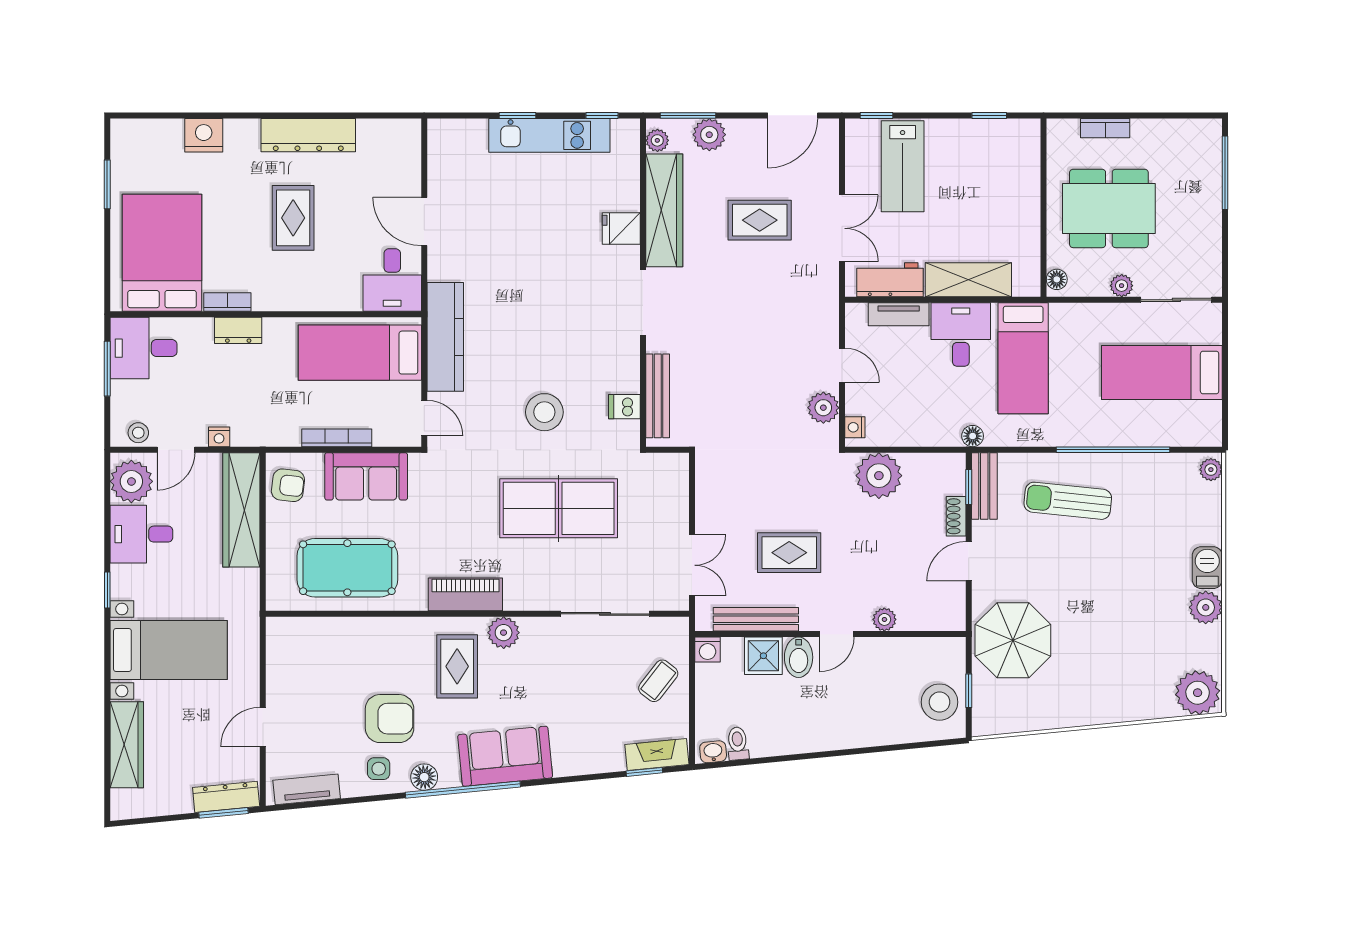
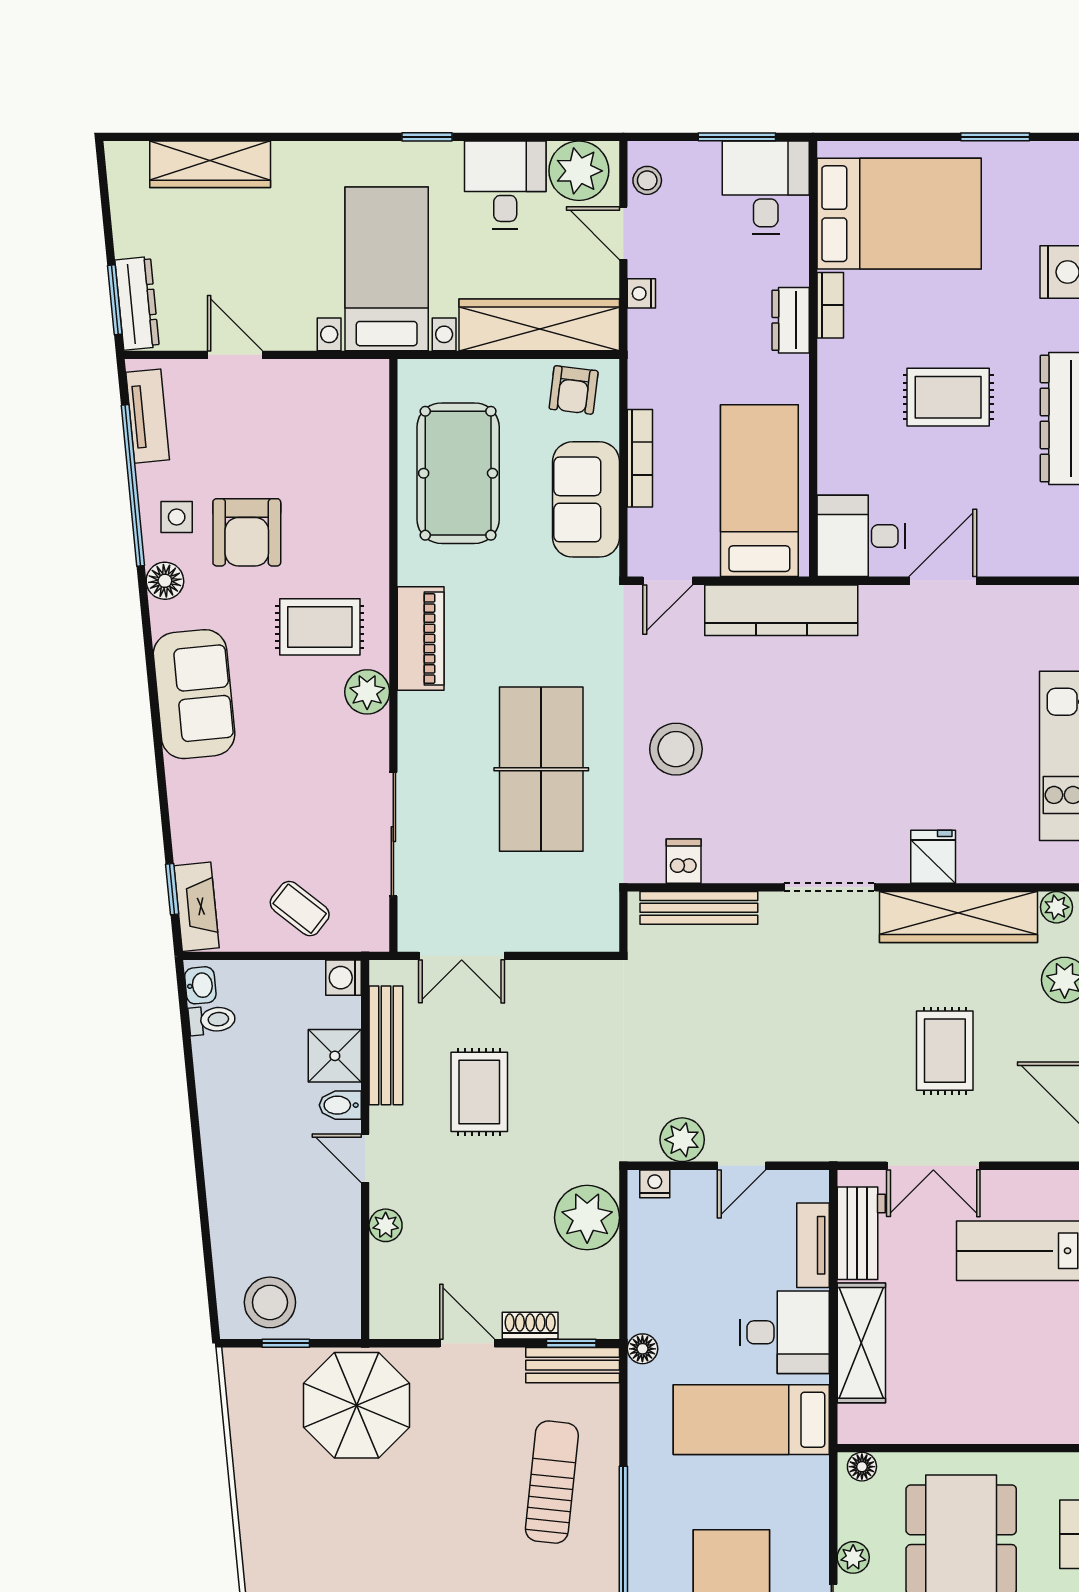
bed with nightstands: (169, 650) -> (387, 269), moved, turned 180
bidet: (799, 657) -> (340, 1105), width x0.72, depth x0.74
window: (463, 790) -> (133, 485), moved

